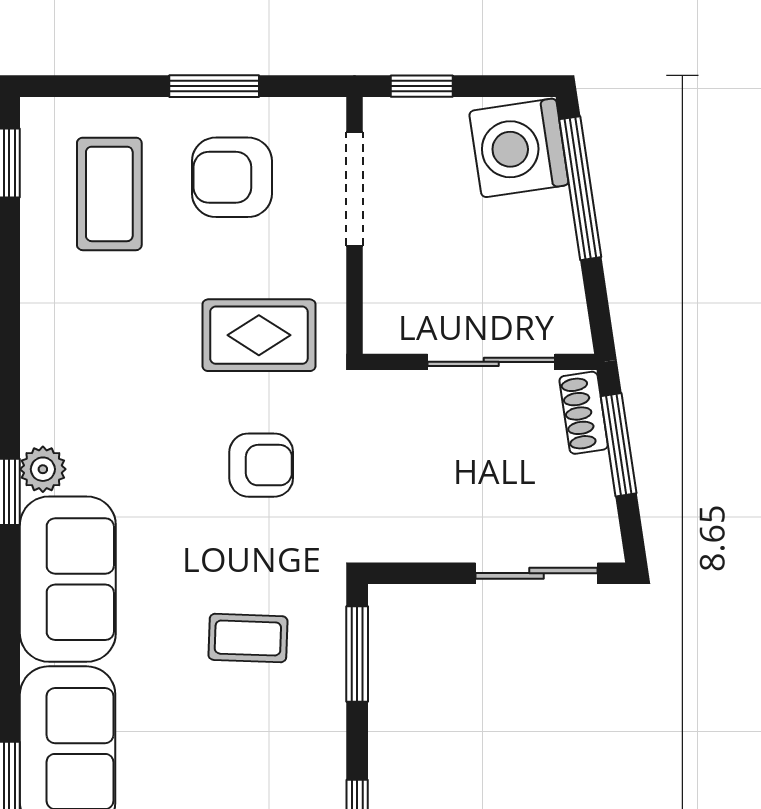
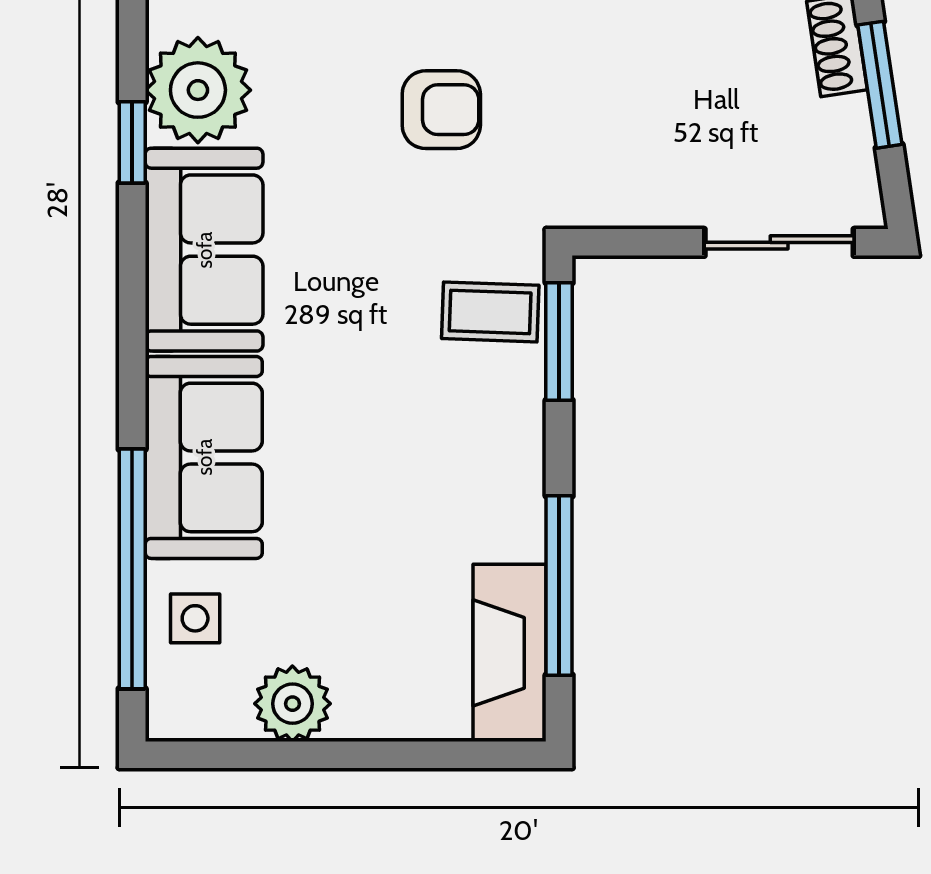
plant: (43, 469) -> (198, 90), width x1.88, depth x1.88
coffee table: (248, 638) -> (490, 312), moved

